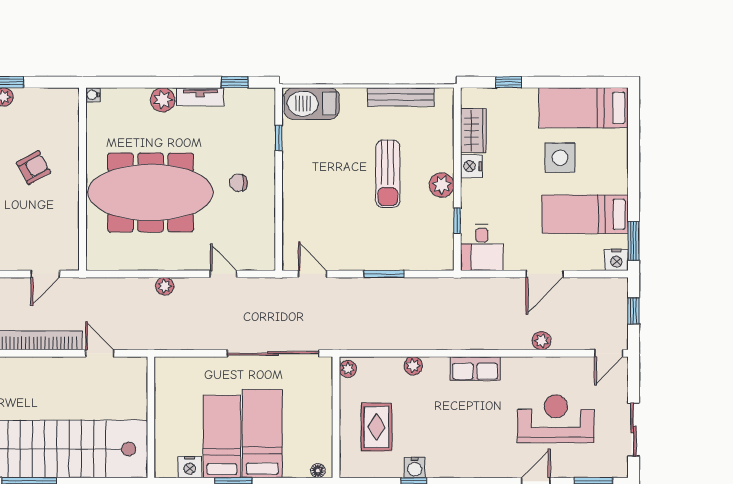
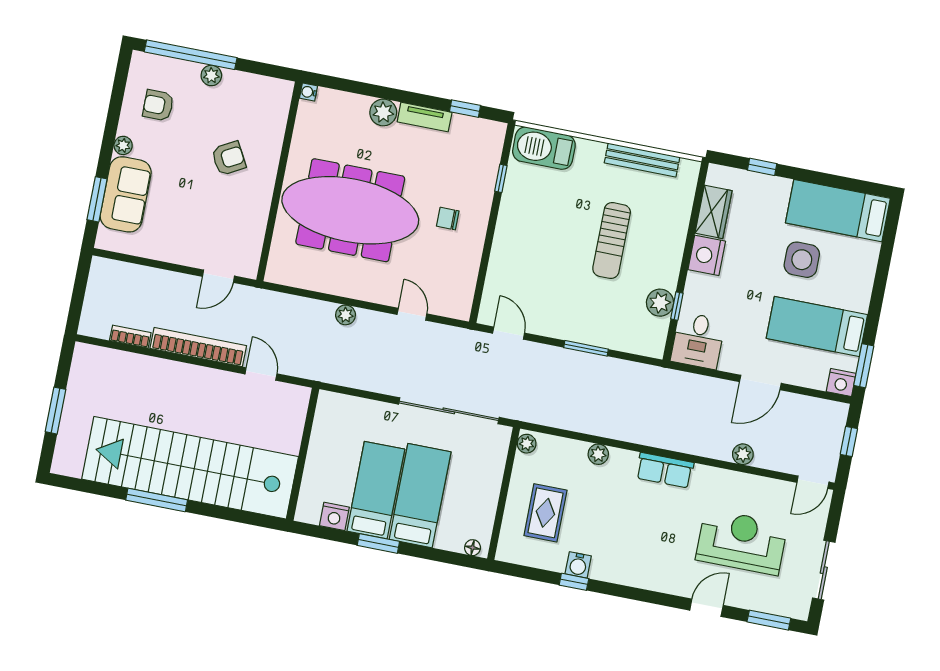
nightstand: (471, 166) -> (707, 255), width x1.36, depth x1.33
plant: (442, 185) -> (660, 303), moved

